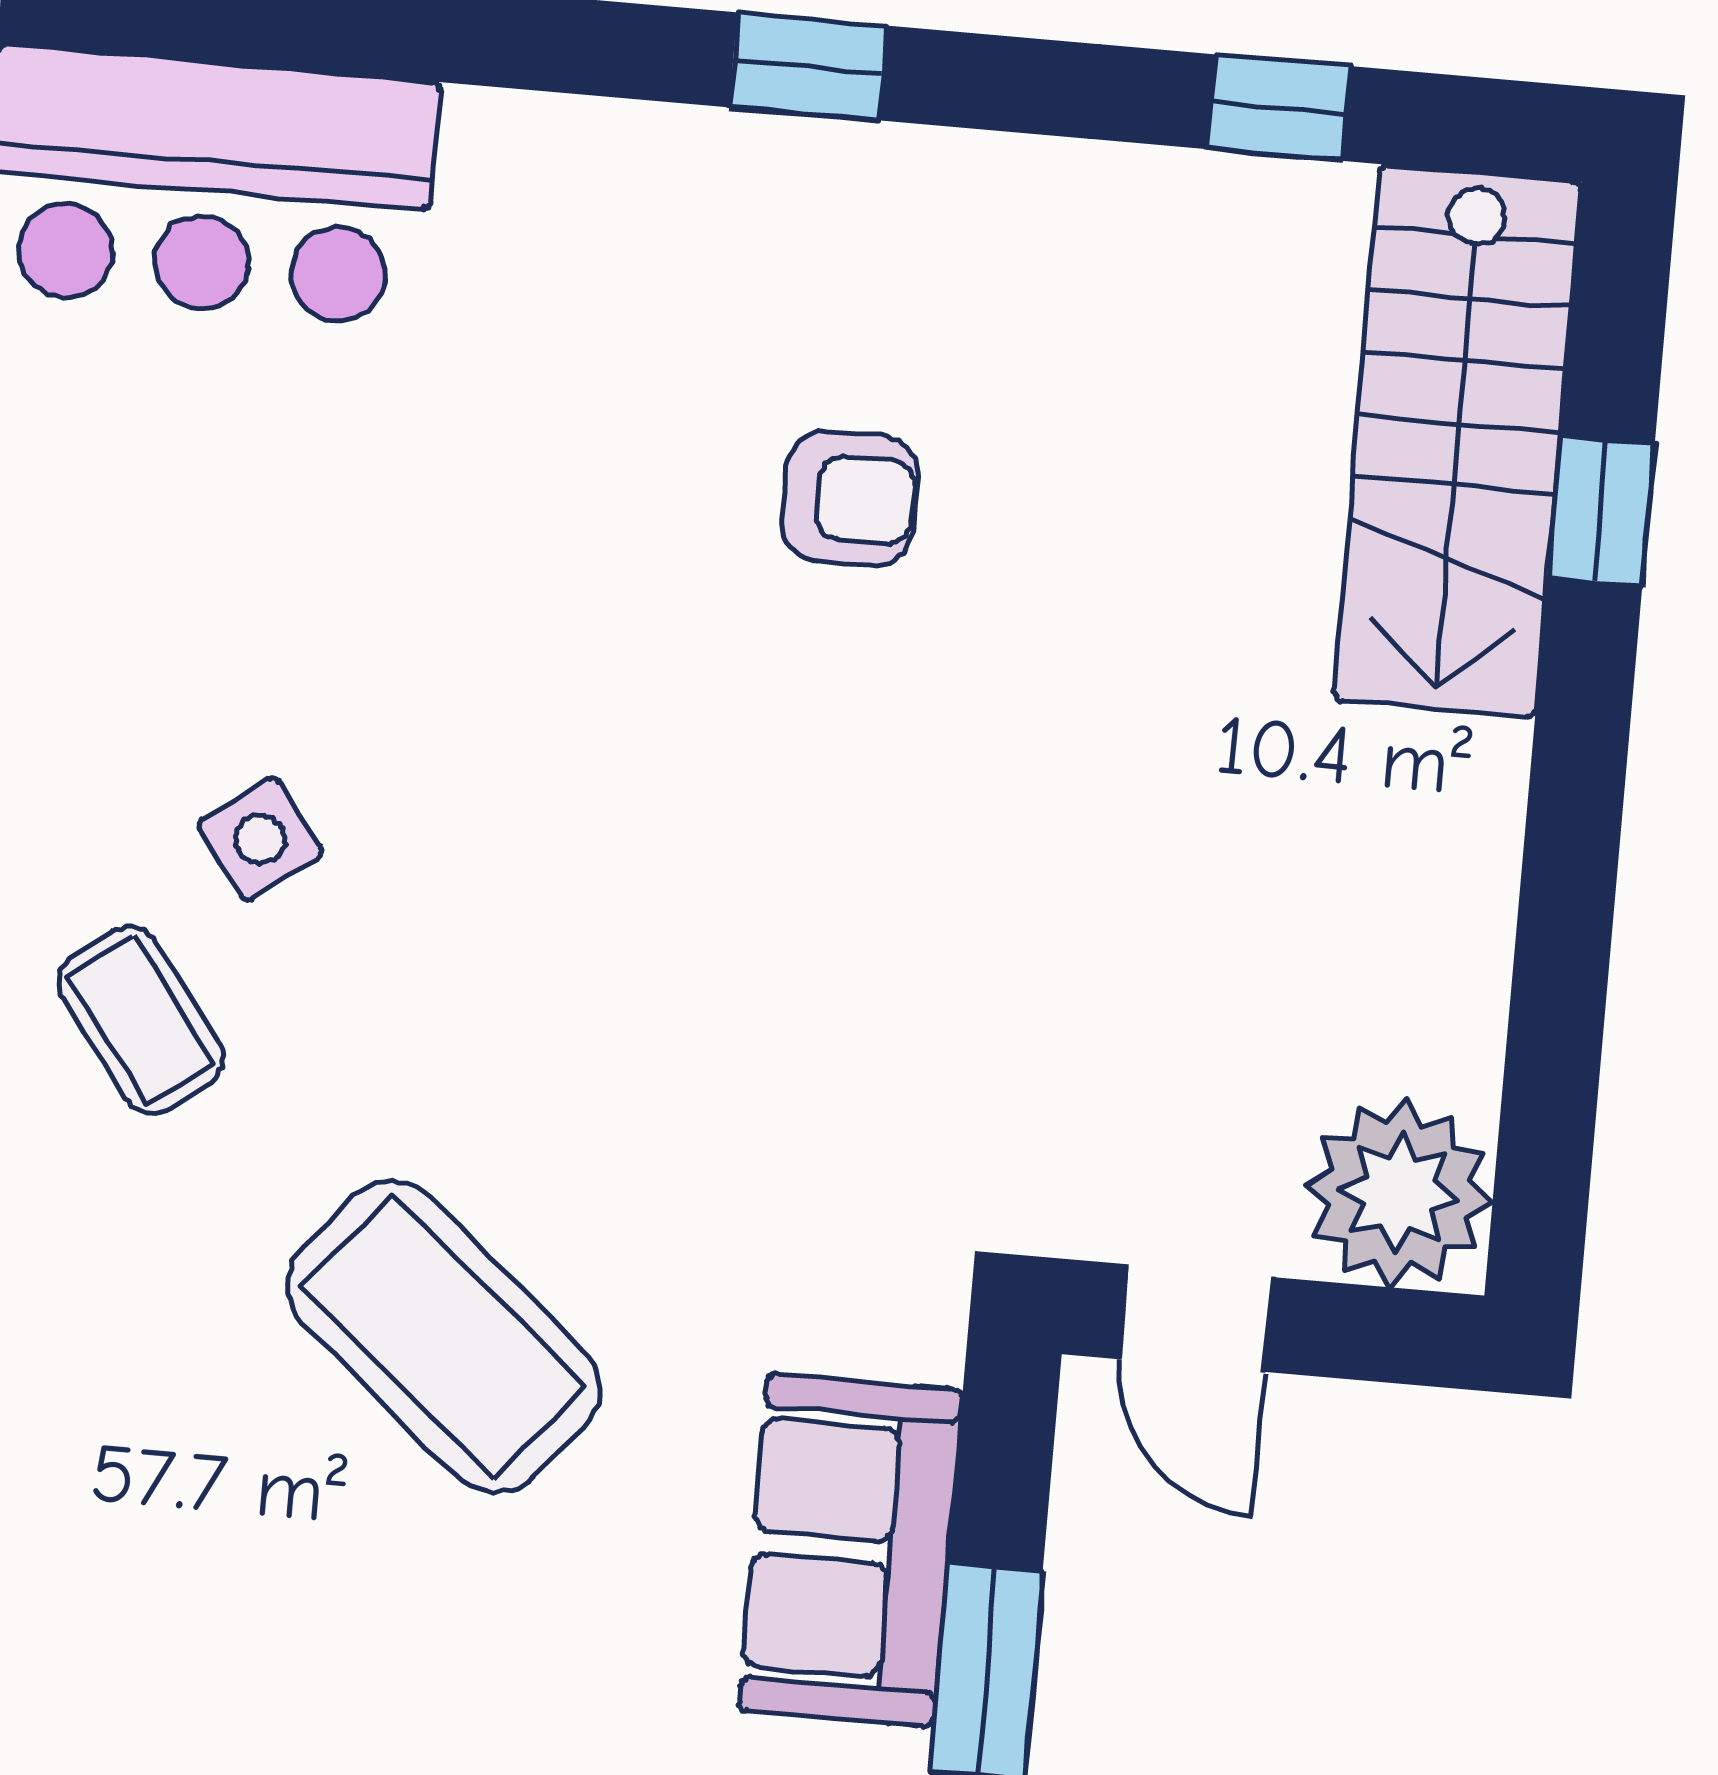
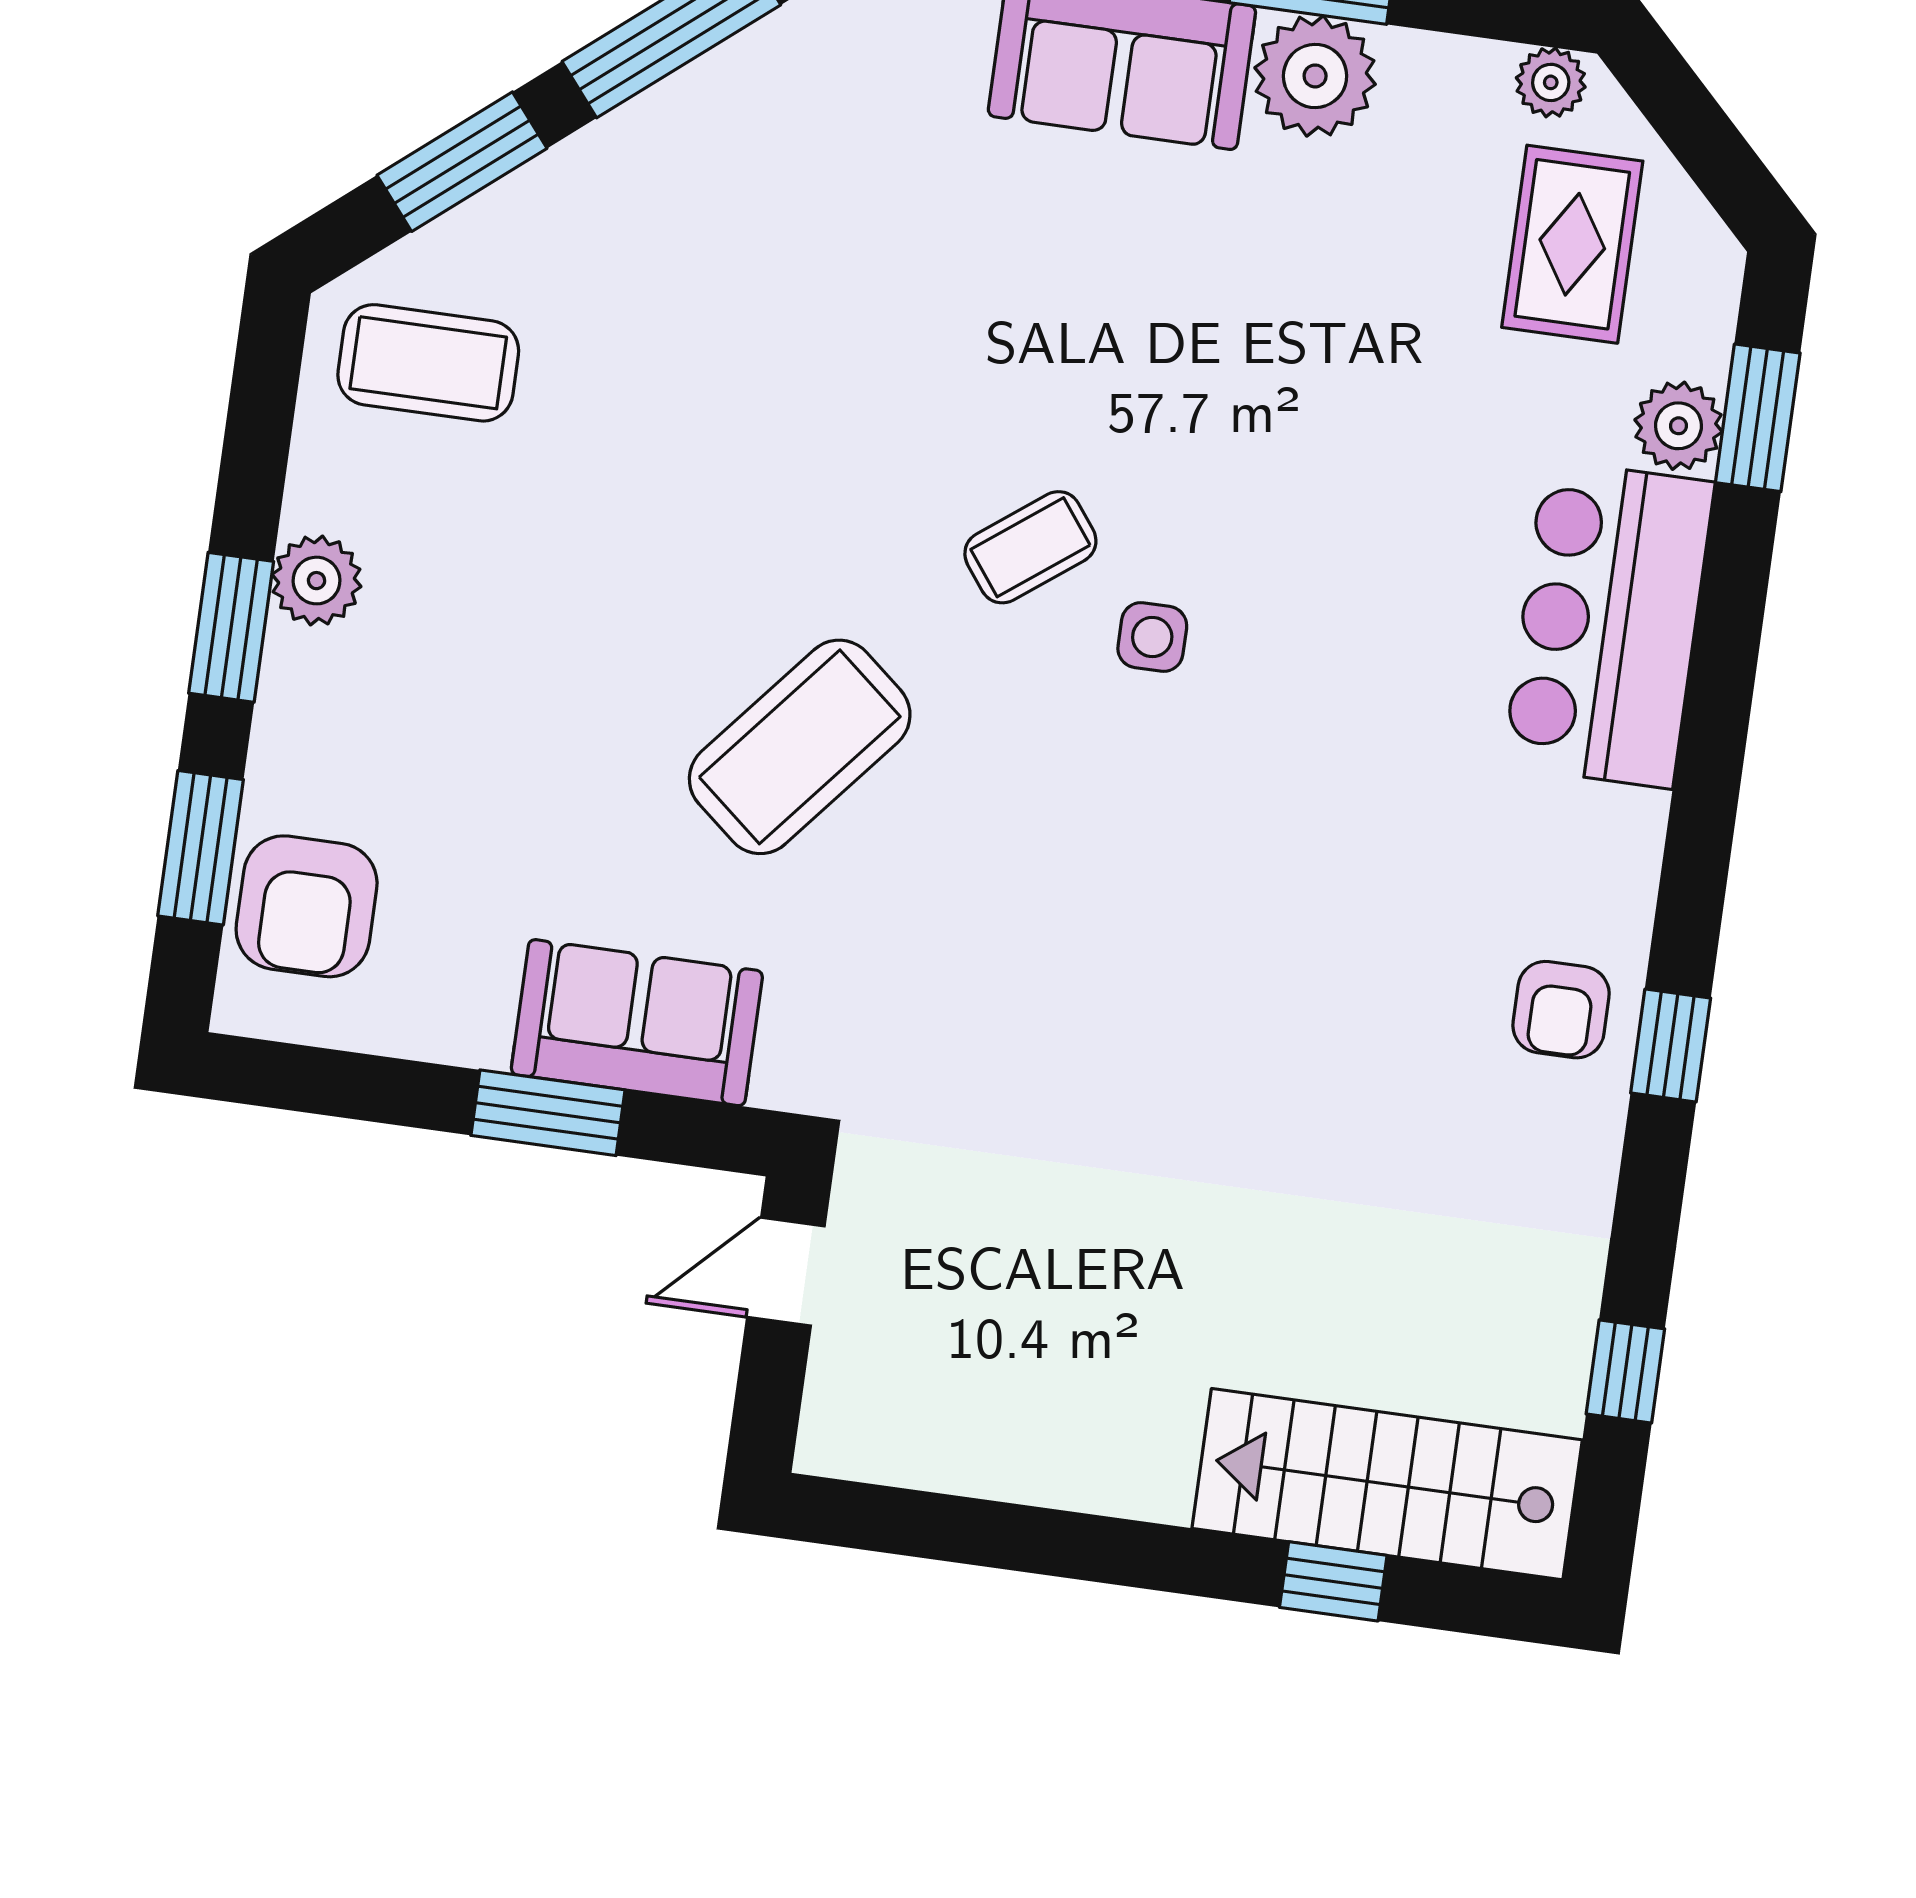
armchair: (850, 498) -> (1561, 1010), moved
side table: (260, 839) -> (1152, 637), turned 37
plant: (1399, 1193) -> (866, 1417), removed

